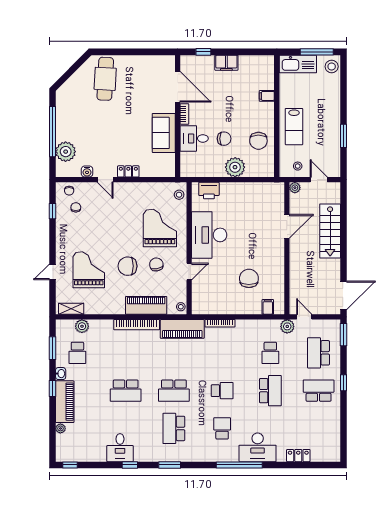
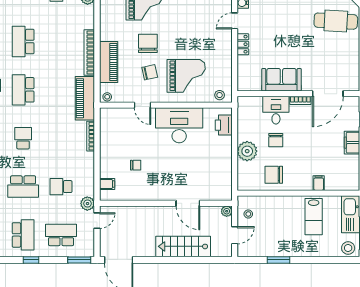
lab bench: (294, 127) -> (314, 217), moved, turned -90
chair: (249, 278) -> (136, 165), width x0.54, depth x0.54
school desk: (222, 391) -> (23, 138), turned 180

